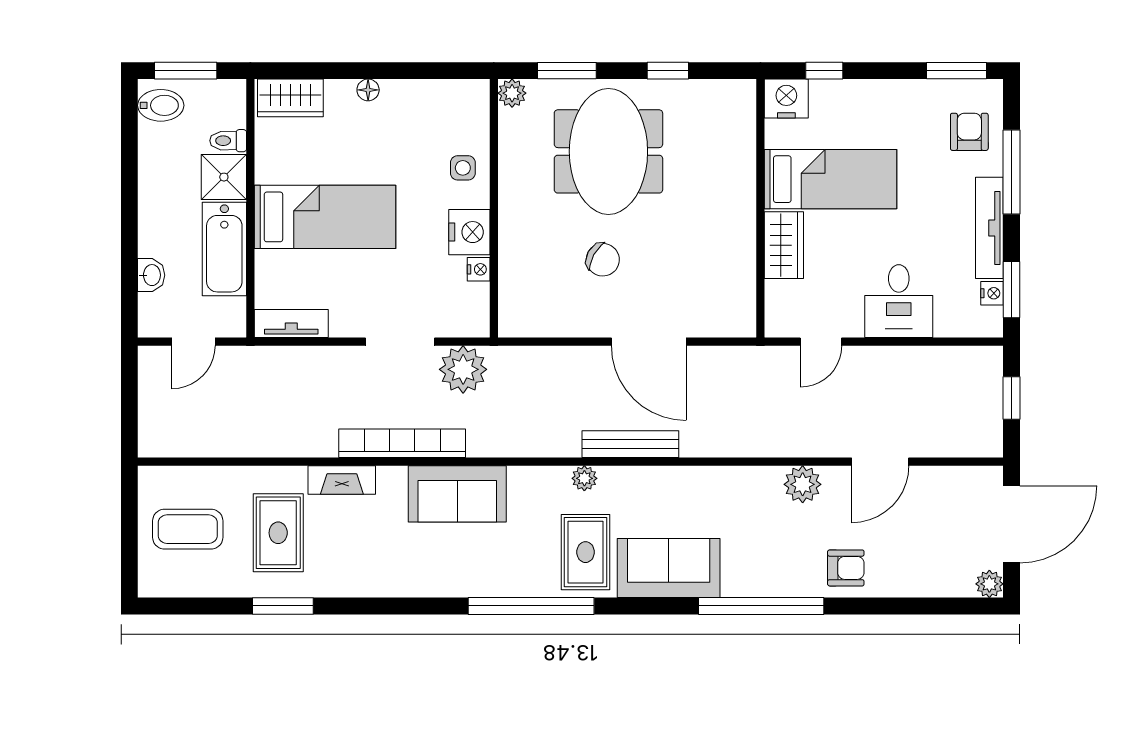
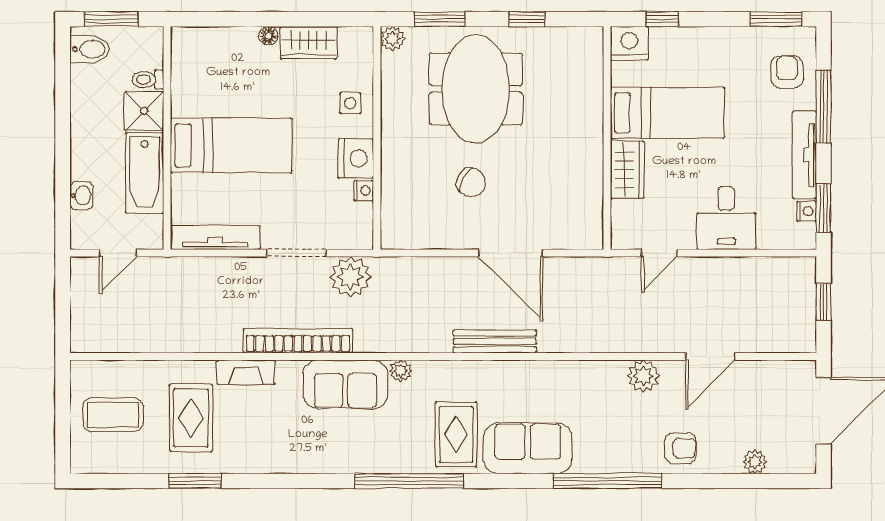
wardrobe: (290, 98) -> (308, 43), moved
tv unit: (291, 324) -> (215, 237), width x1.41
plant: (584, 478) -> (401, 371), moved
plant: (989, 584) -> (755, 462), moved

